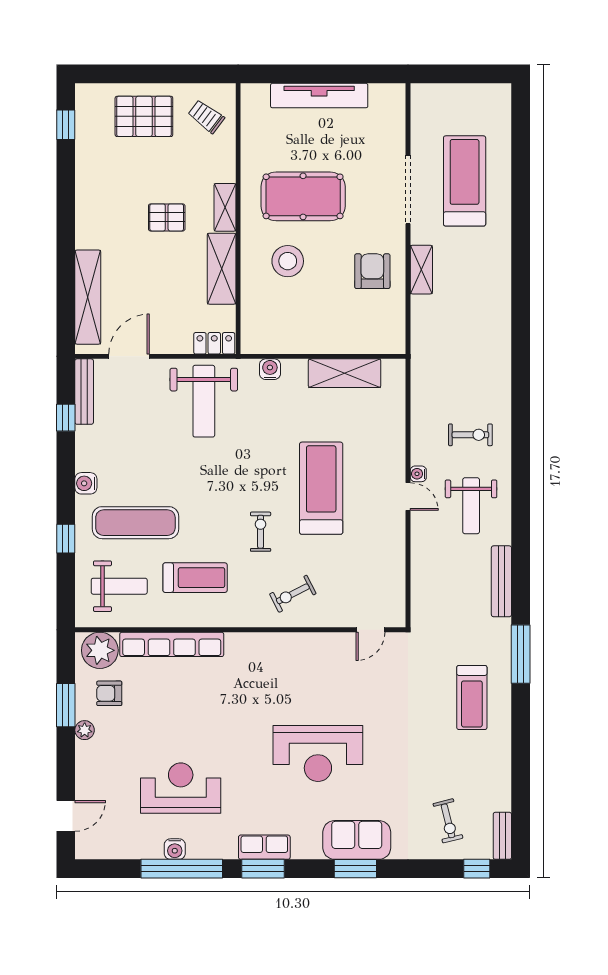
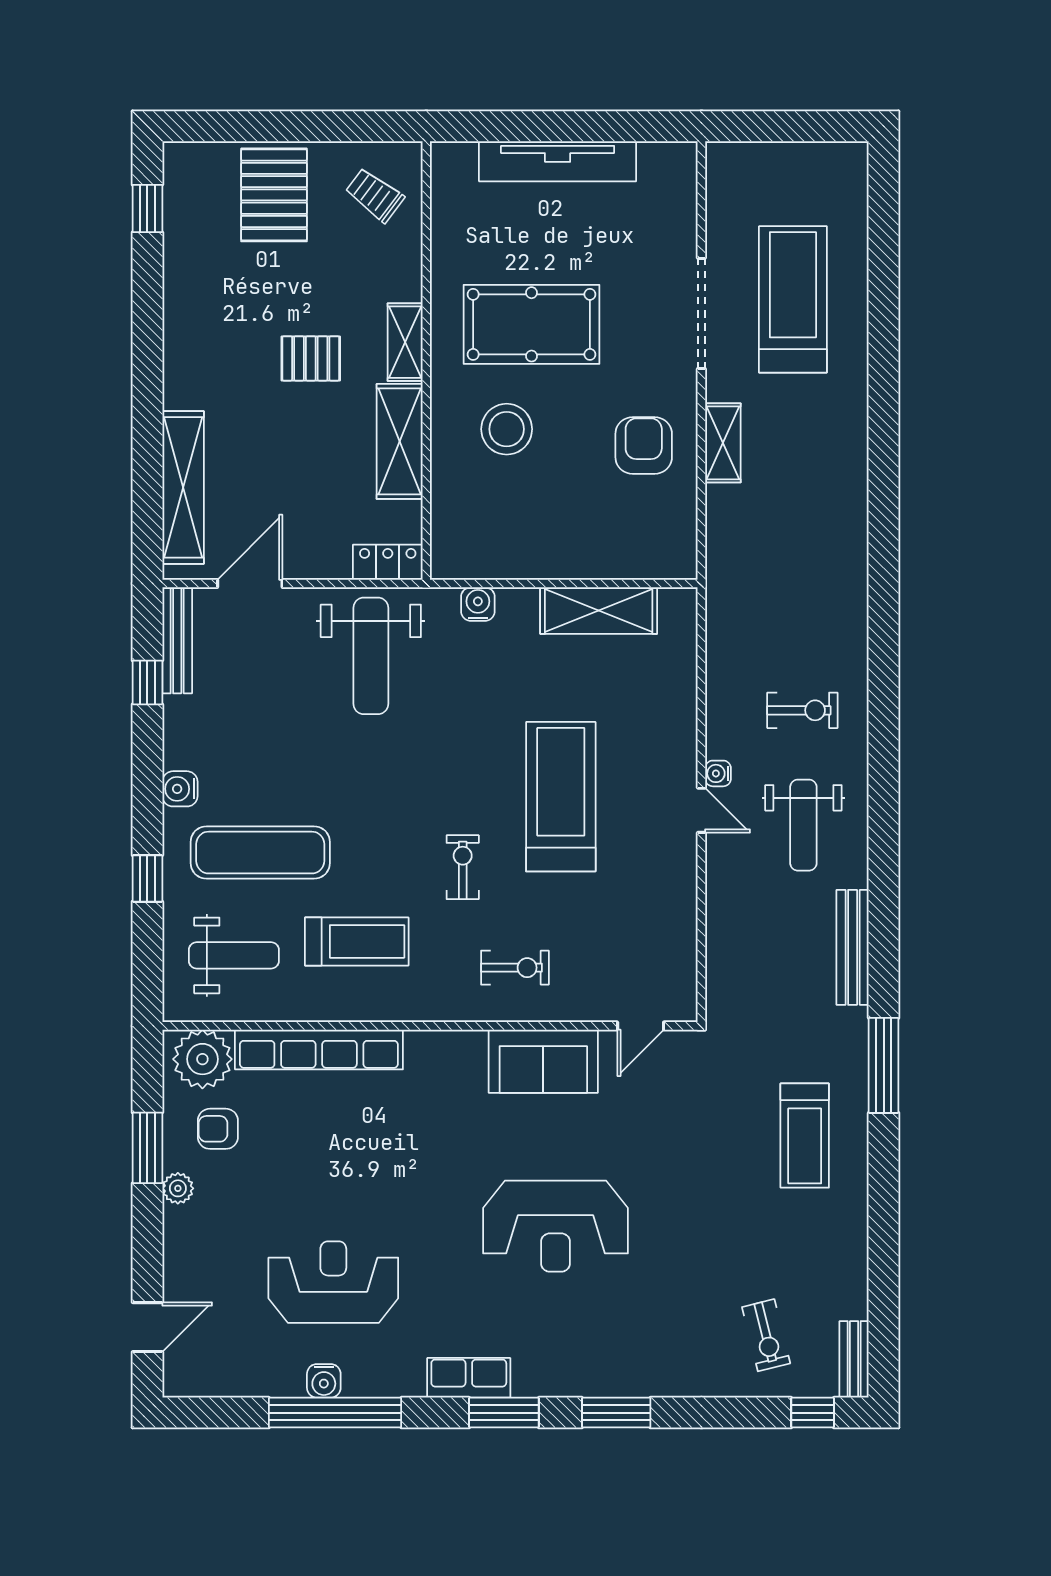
pallet: (144, 116) -> (274, 195), turned 90
exercise bike: (293, 594) -> (515, 968), turned -153
sofa: (357, 840) -> (543, 1061), moved, turned 180
window: (263, 869) -> (504, 1413), moved

